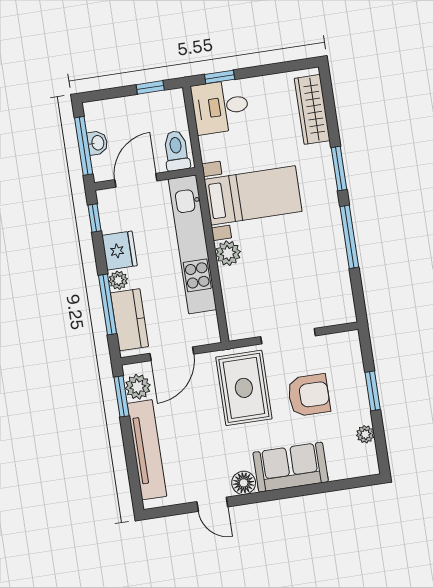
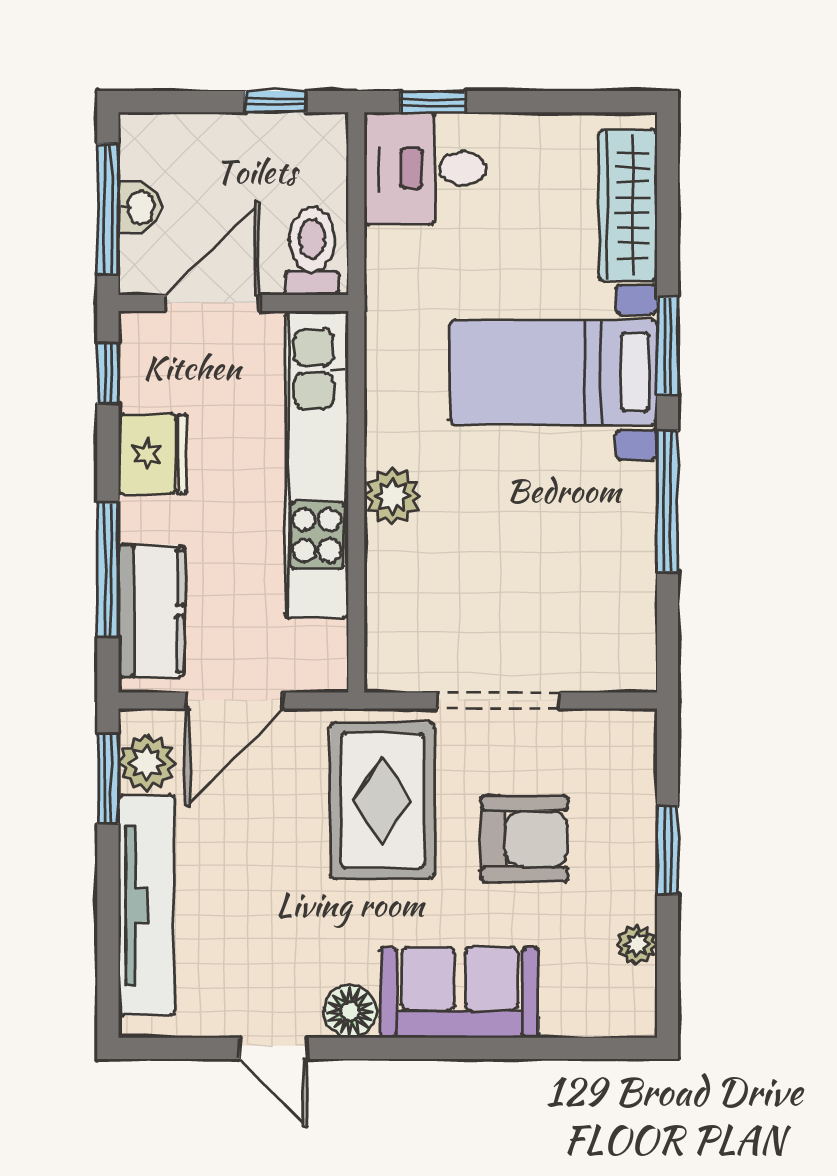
bed with nightstands: (253, 195) -> (554, 372), moved, turned 180
plant: (118, 280) -> (140, 519), removed

